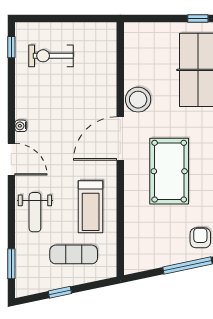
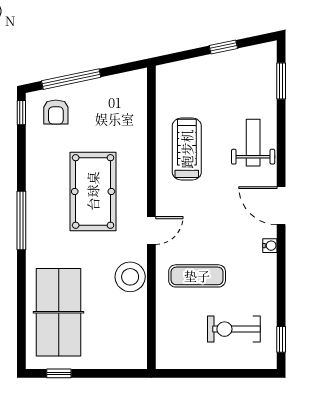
exercise bike: (51, 56) -> (234, 329), turned 180
door: (120, 138) -> (151, 230), width x0.53
exercise mat: (74, 254) -> (197, 276), moved

